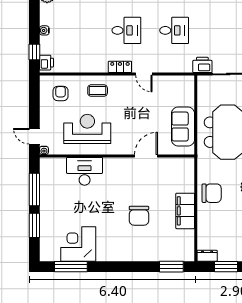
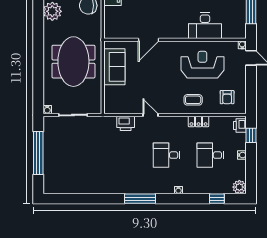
desk: (174, 30) -> (210, 155), moved
printer: (202, 65) -> (126, 123), moved
locker: (120, 67) -> (199, 122), moved
reception desk: (87, 129) -> (202, 65), turned 180

